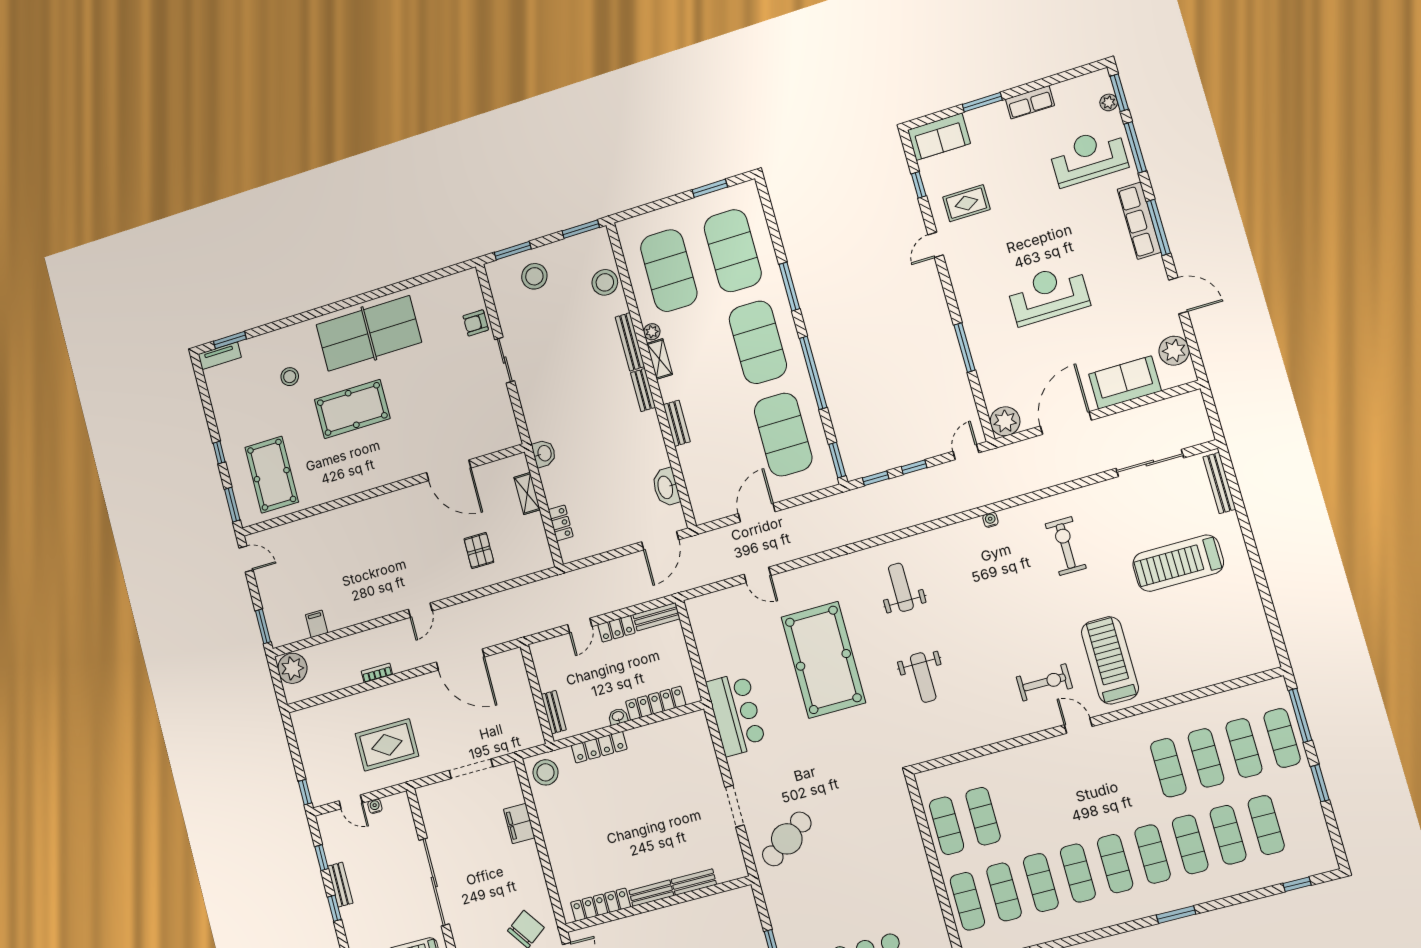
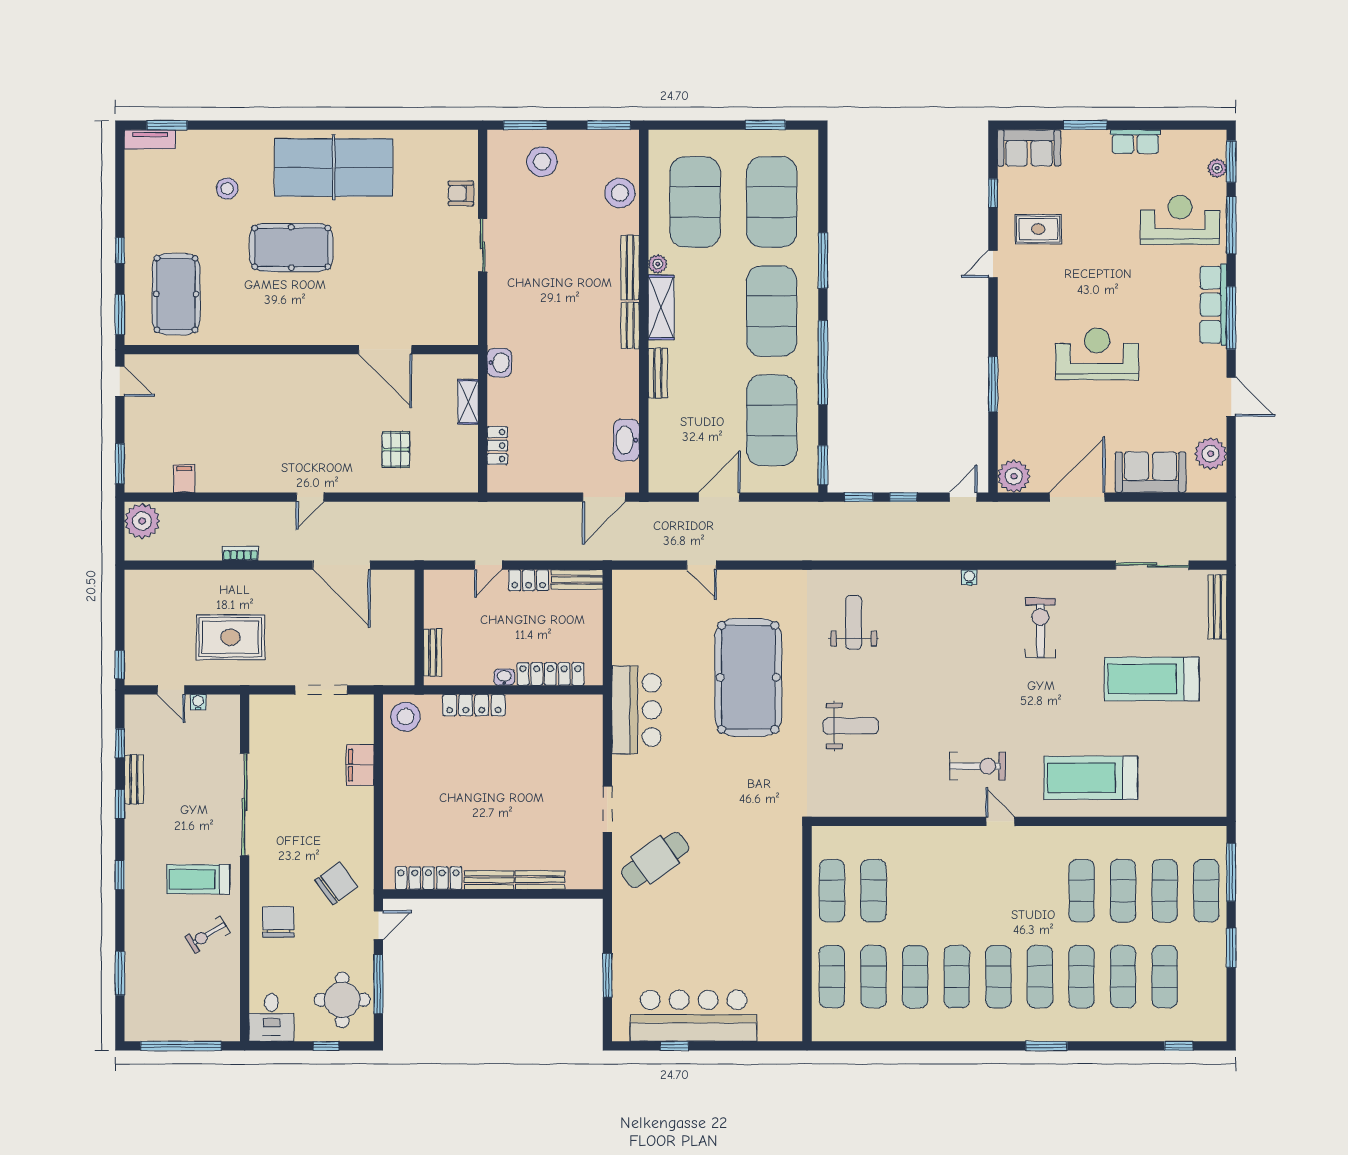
shelving: (660, 359) -> (661, 307), width x1.50, depth x1.33
treadmill: (1110, 660) -> (1091, 778), moved, turned -90
weight bench: (923, 678) -> (851, 726), turned -90

